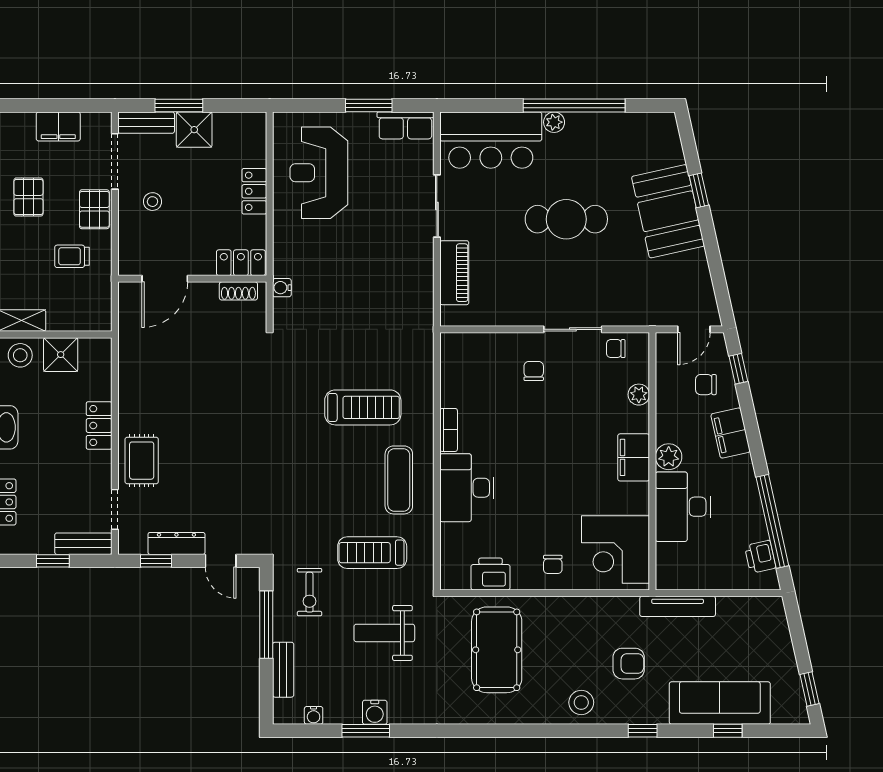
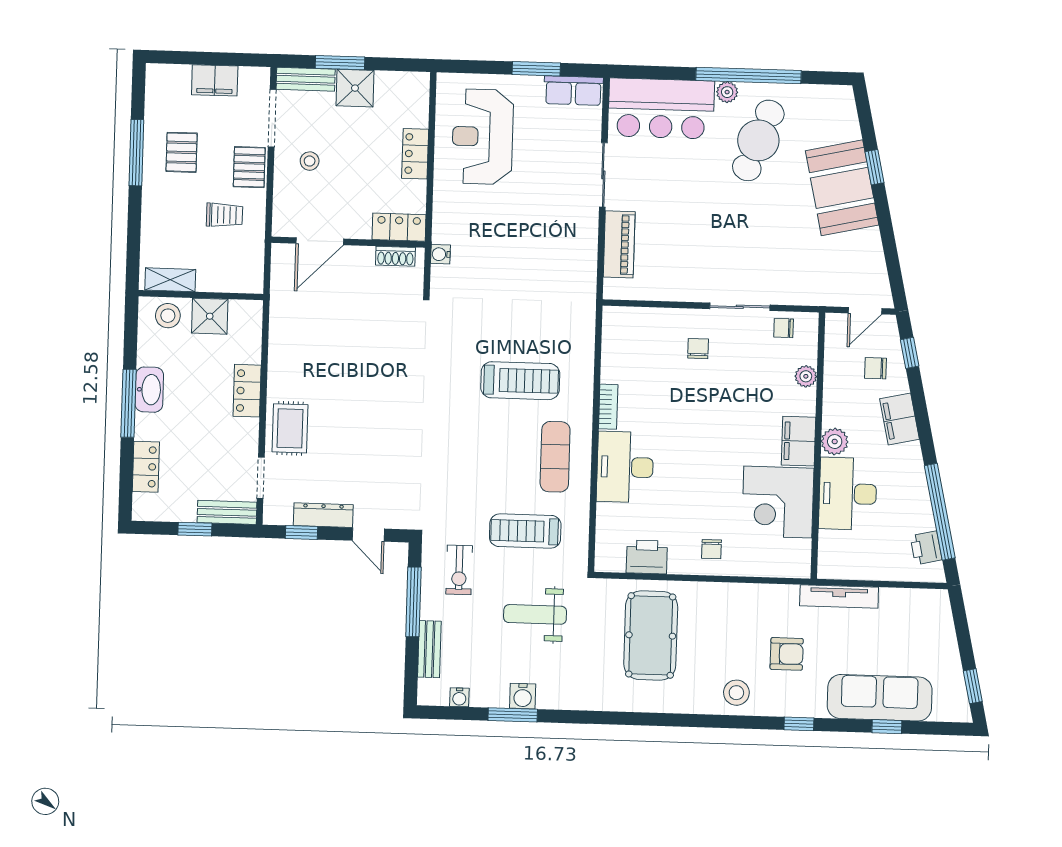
cafe table: (566, 219) -> (758, 140), moved, turned -69
trolley: (72, 256) -> (225, 215), turned 180
corner desk: (616, 550) -> (778, 502), moved

